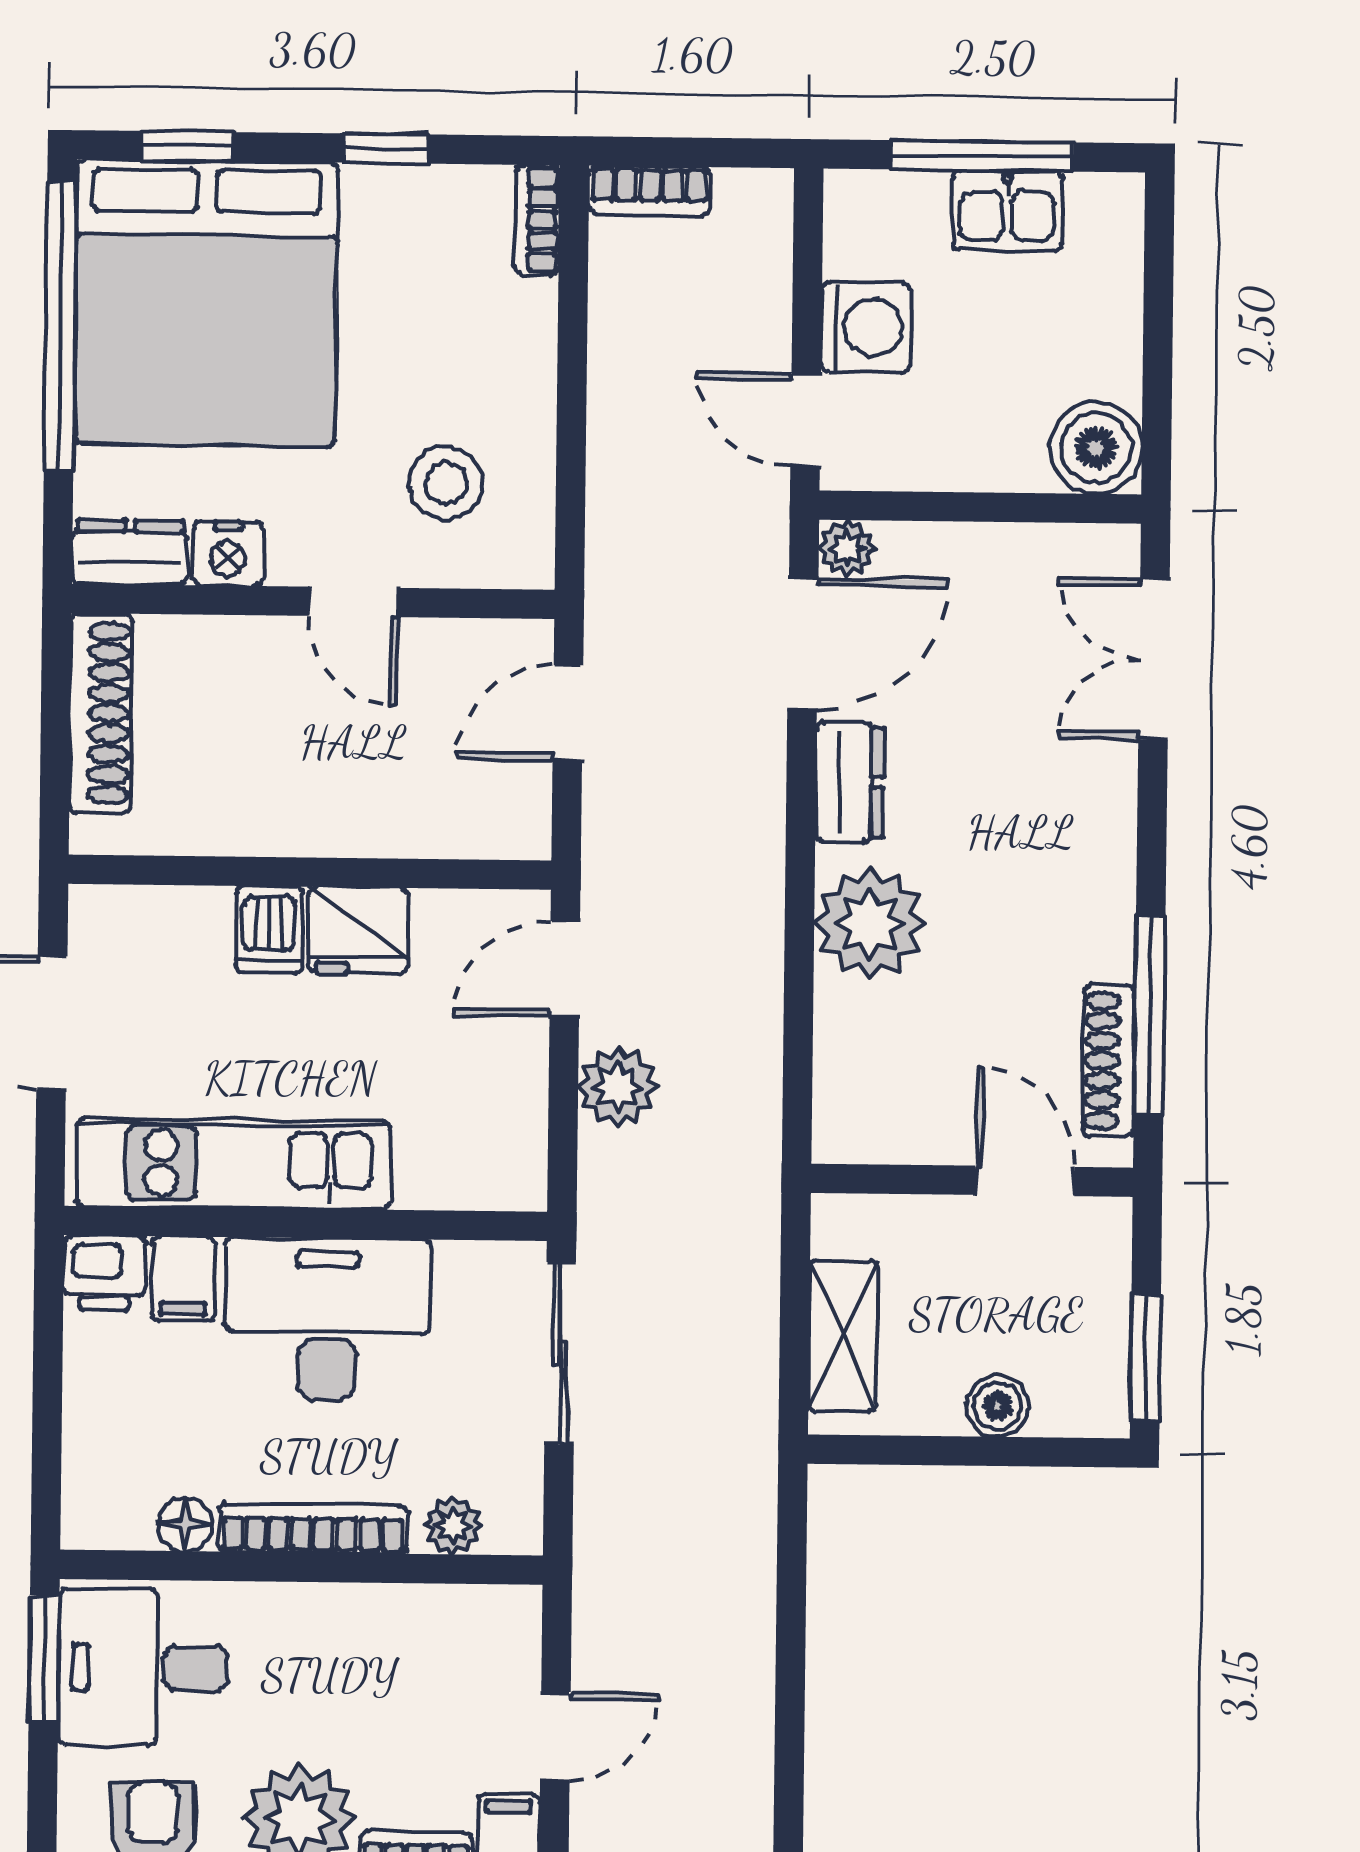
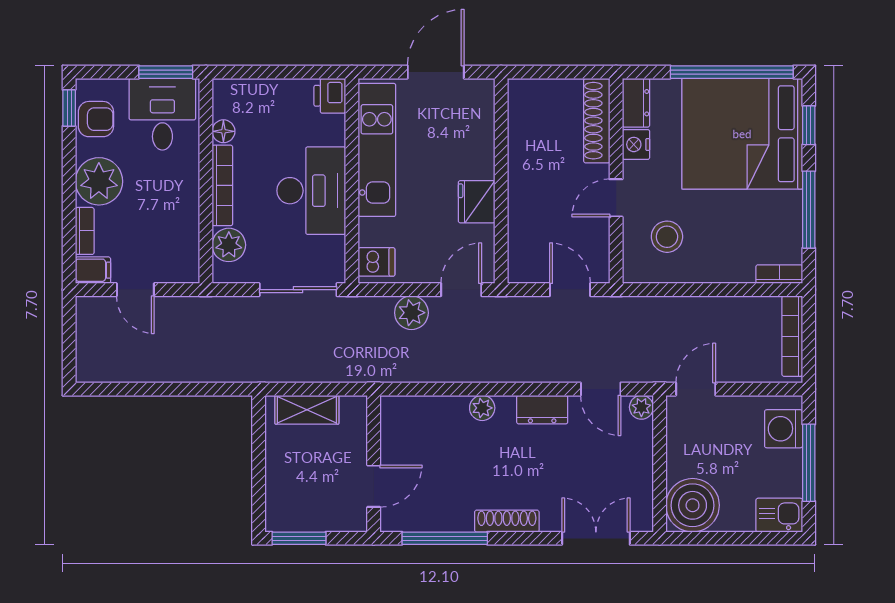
window: (386, 149) -> (809, 210), width x2.17
bookcase: (650, 191) -> (792, 336), width x1.56
kitchen sink: (1007, 211) -> (779, 515), moved, turned 90
washing machine: (866, 327) -> (784, 429), moved, turned 90
boiler: (1096, 448) -> (693, 505), width x1.37, depth x1.37
door: (803, 644) -> (601, 389), width x0.73
shoe rack: (101, 713) -> (597, 121), moved, turned 90
plant: (870, 923) -> (482, 408), width x0.53, depth x0.53
dishwasher: (269, 930) -> (376, 262), moved, turned 180
door: (565, 969) -> (461, 290), hinge flipped
shoe rack: (1109, 1061) -> (507, 521), moved
filing cabinet: (183, 1279) -> (328, 129), removed
boiler: (997, 1406) -> (278, 476), removed
plant: (453, 1526) -> (229, 245), width x1.38, depth x1.38

